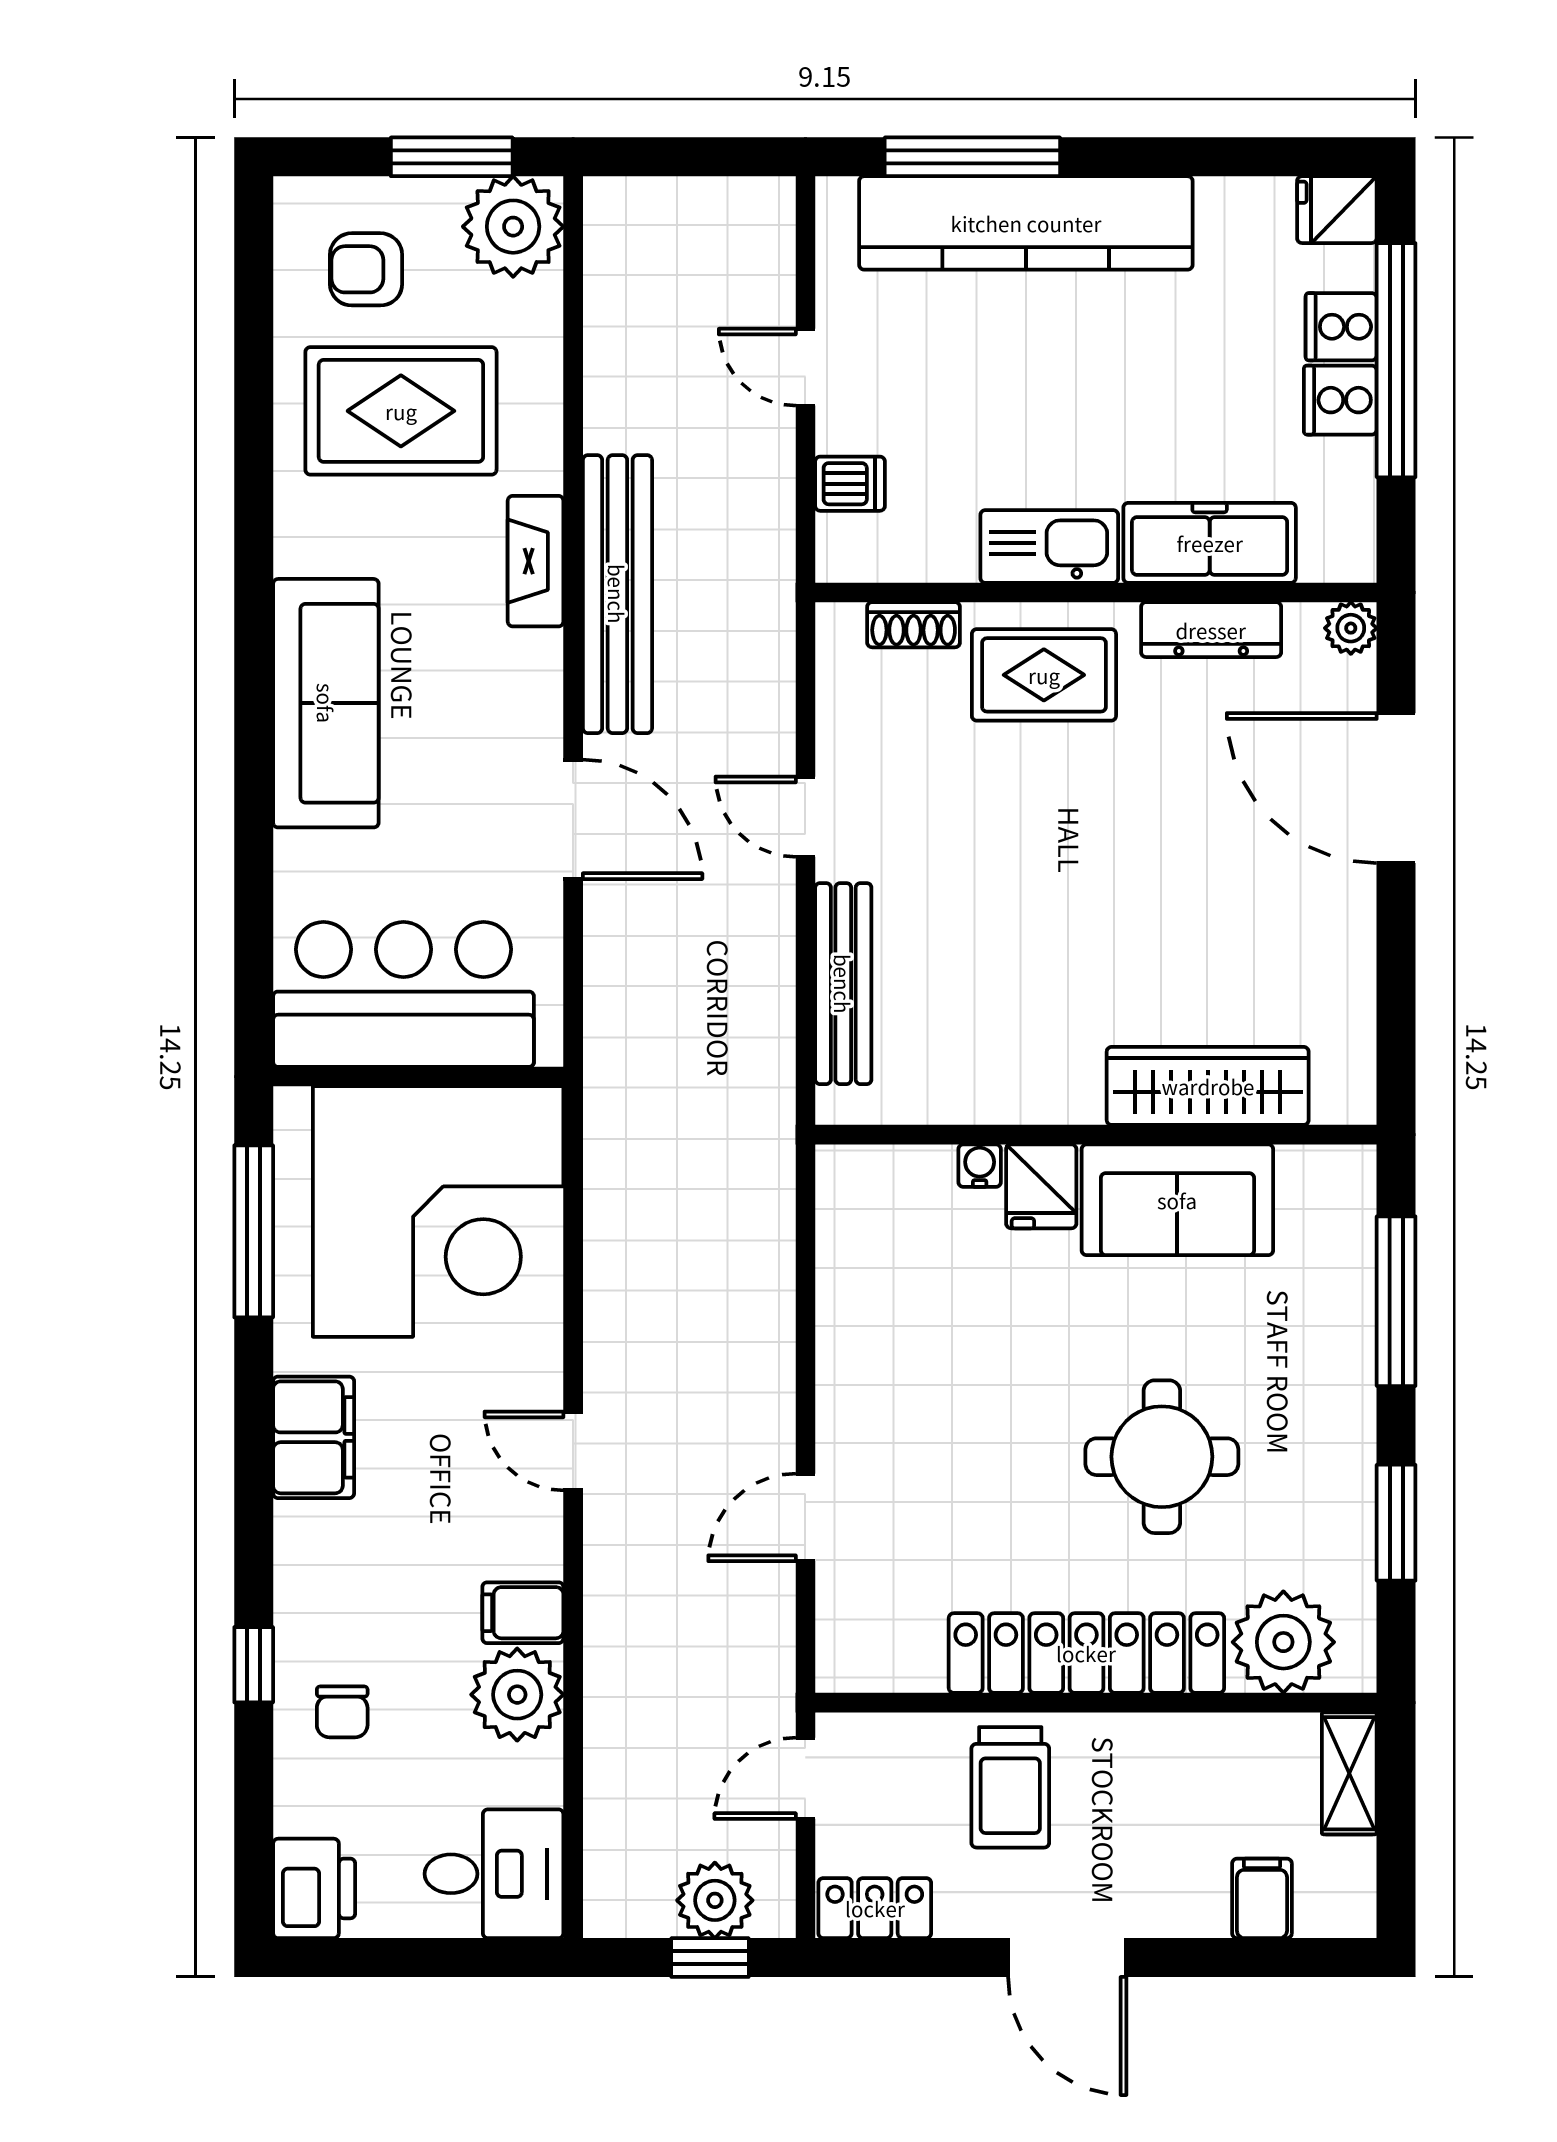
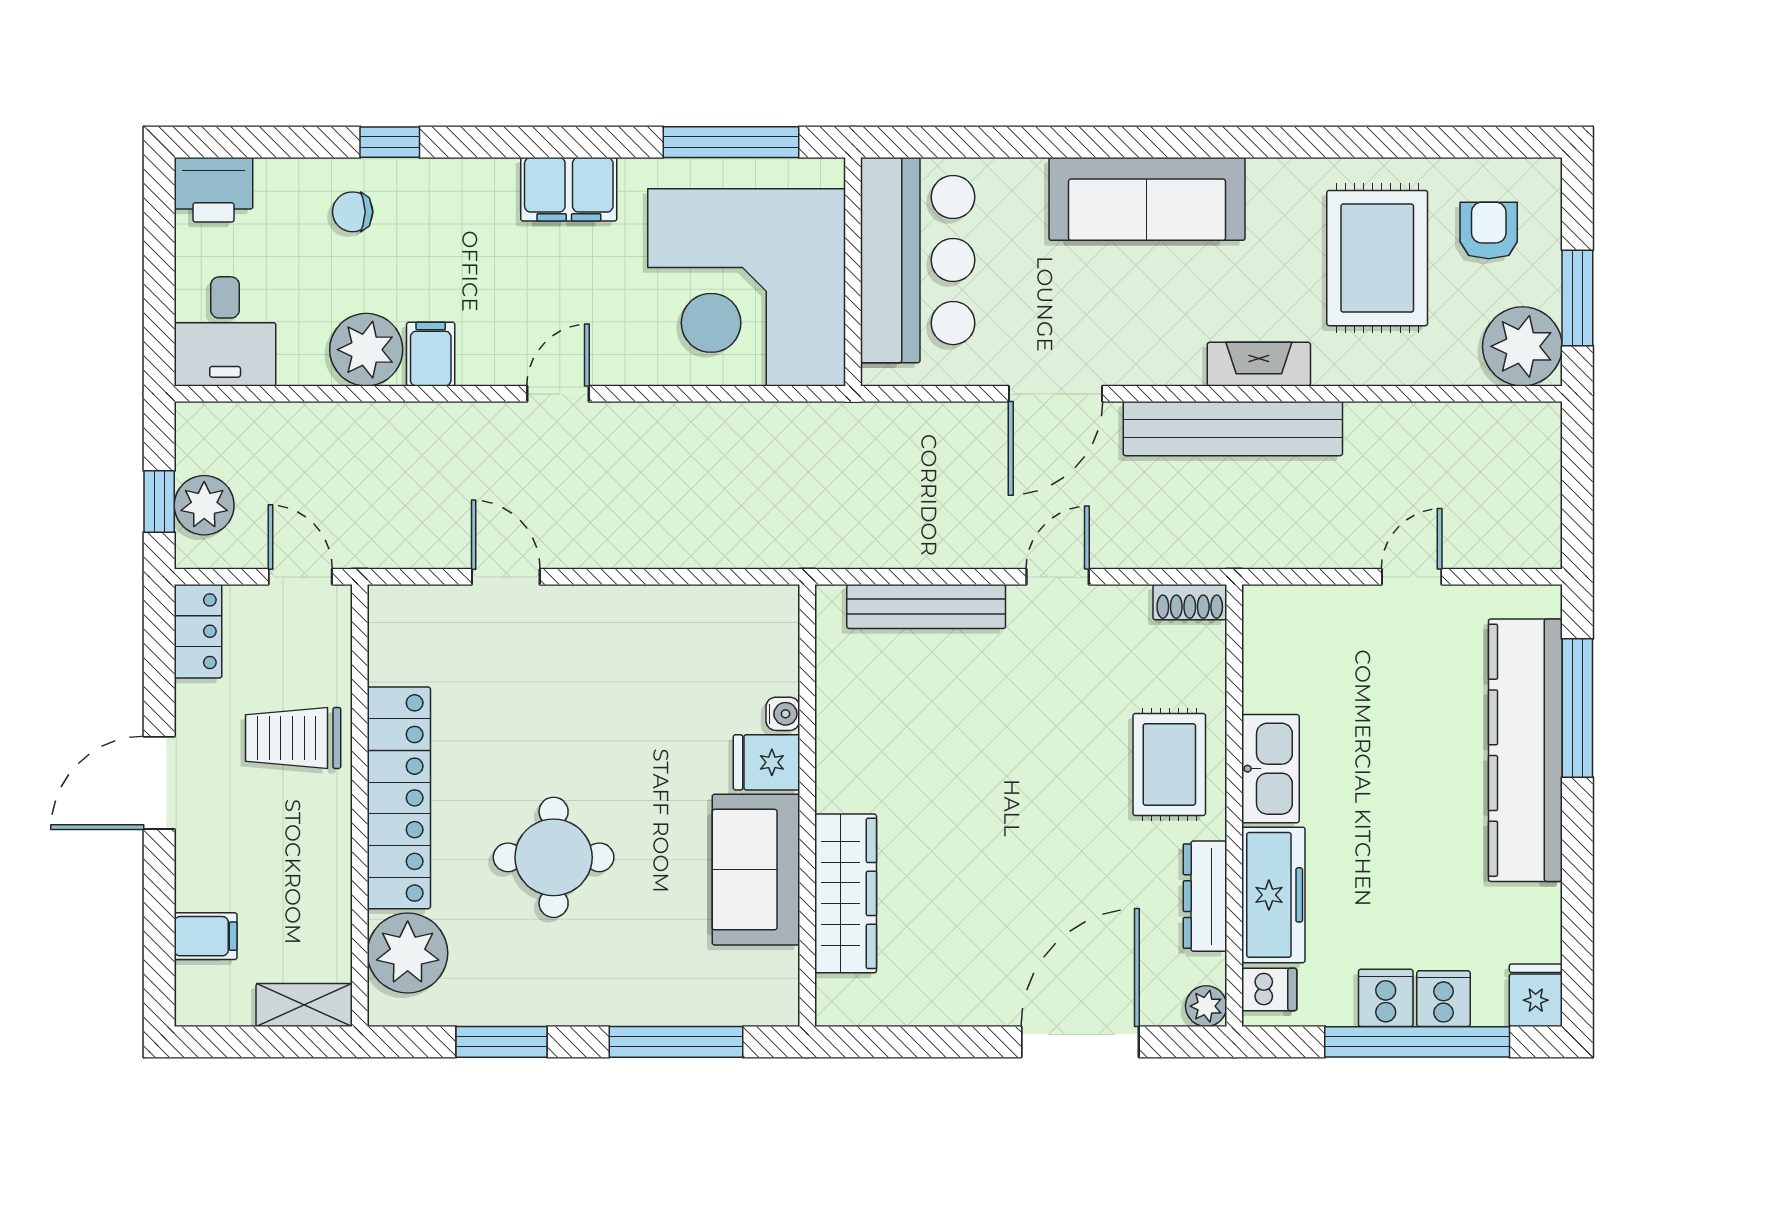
dishwasher: (850, 484) -> (1269, 989), moved, turned -90
shoe rack: (914, 625) -> (1190, 602), moved, turned -90

